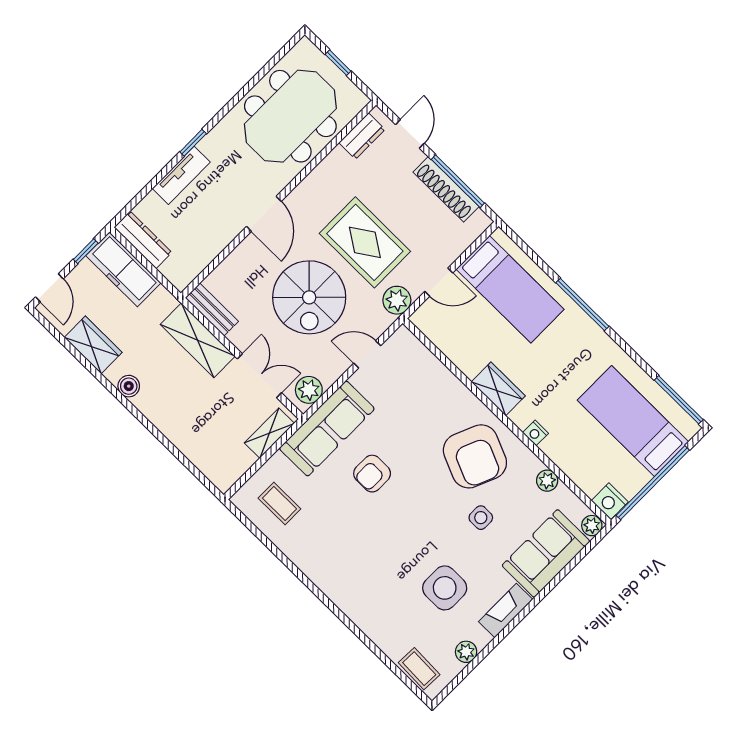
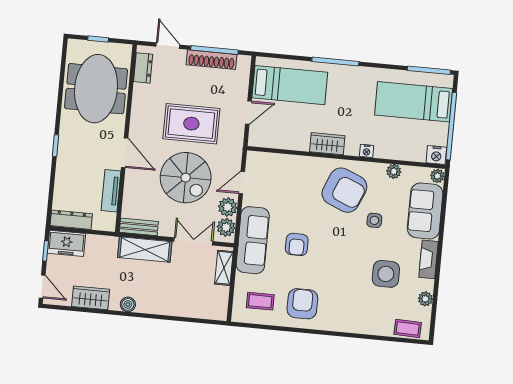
tv unit: (181, 175) -> (111, 191), moved, turned 180
freezer: (123, 269) -> (67, 243), width x0.71
plant: (397, 300) -> (228, 207), moved
armchair: (324, 545) -> (302, 304), added

